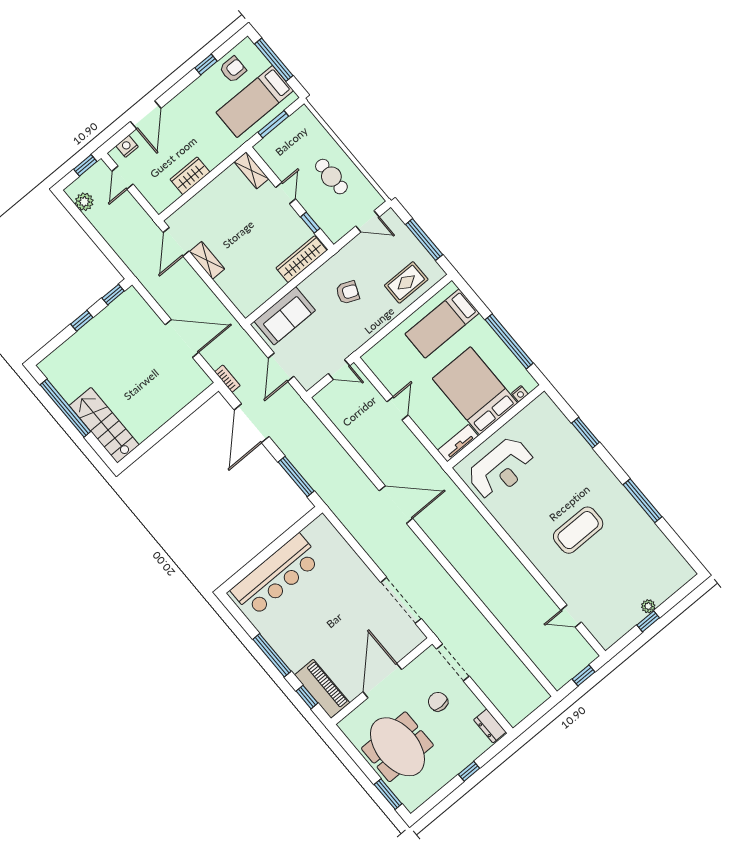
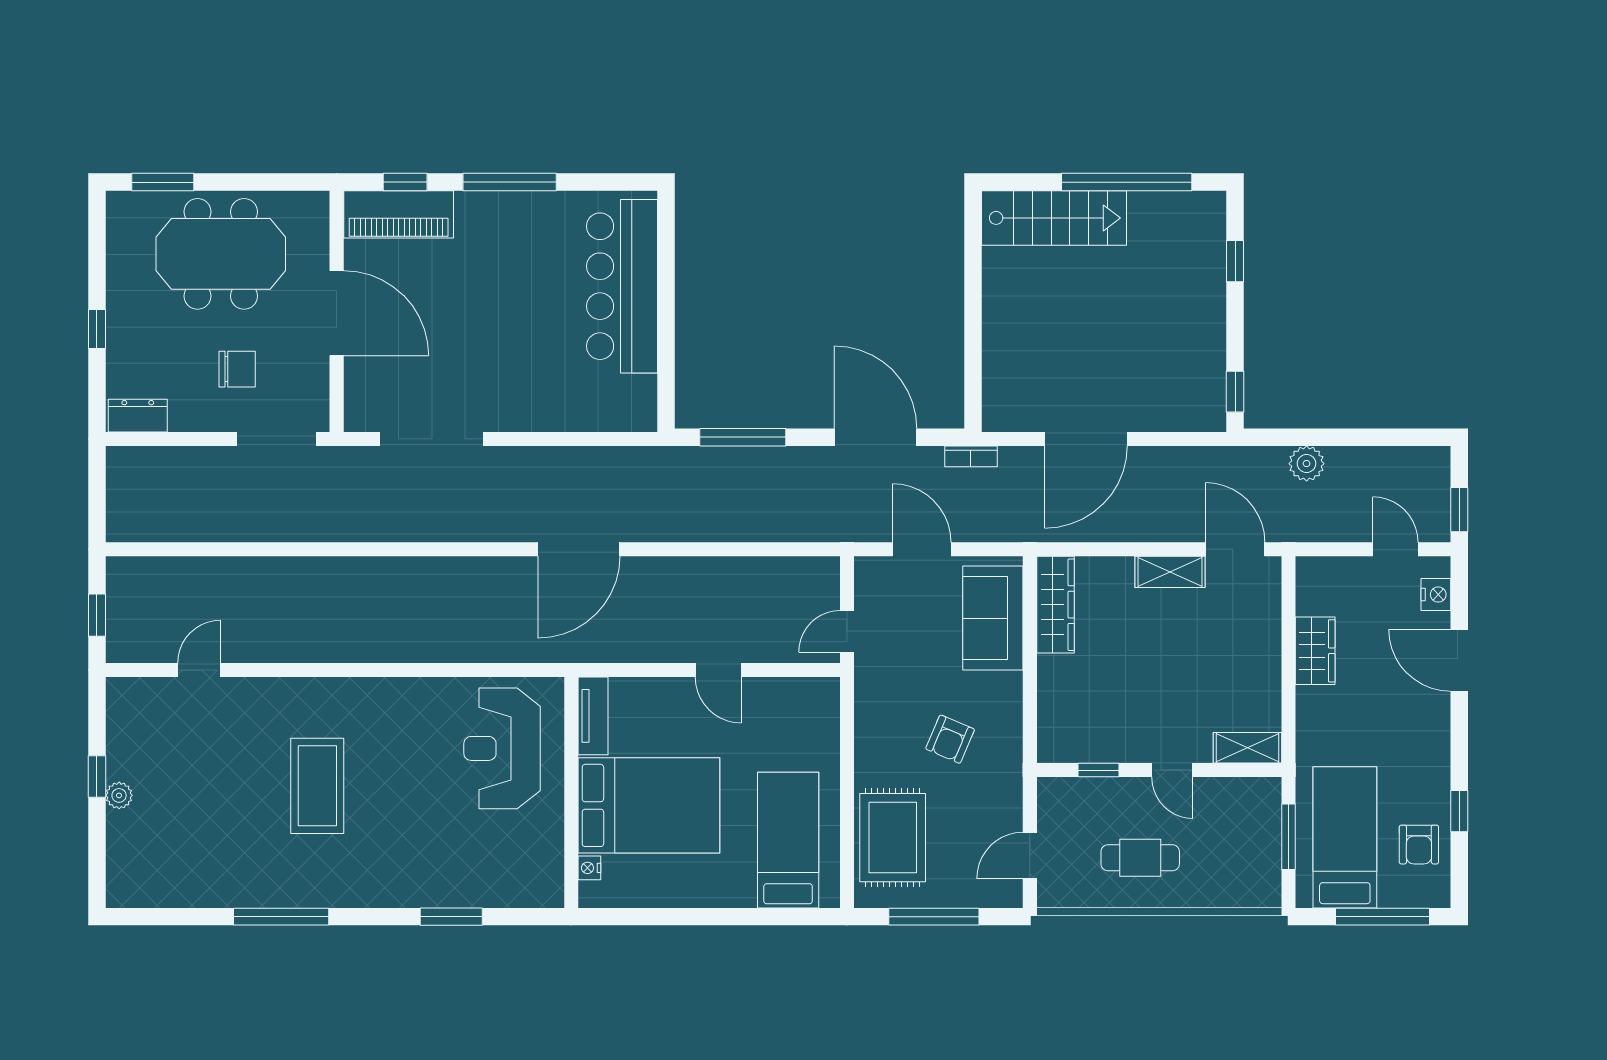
plant: (84, 202) -> (1307, 464), moved
wardrobe: (301, 259) -> (1055, 605), moved
rug: (406, 282) -> (893, 838), width x1.36, depth x1.43
window: (82, 321) -> (1235, 261), moved
window: (509, 341) -> (680, 917), removed

